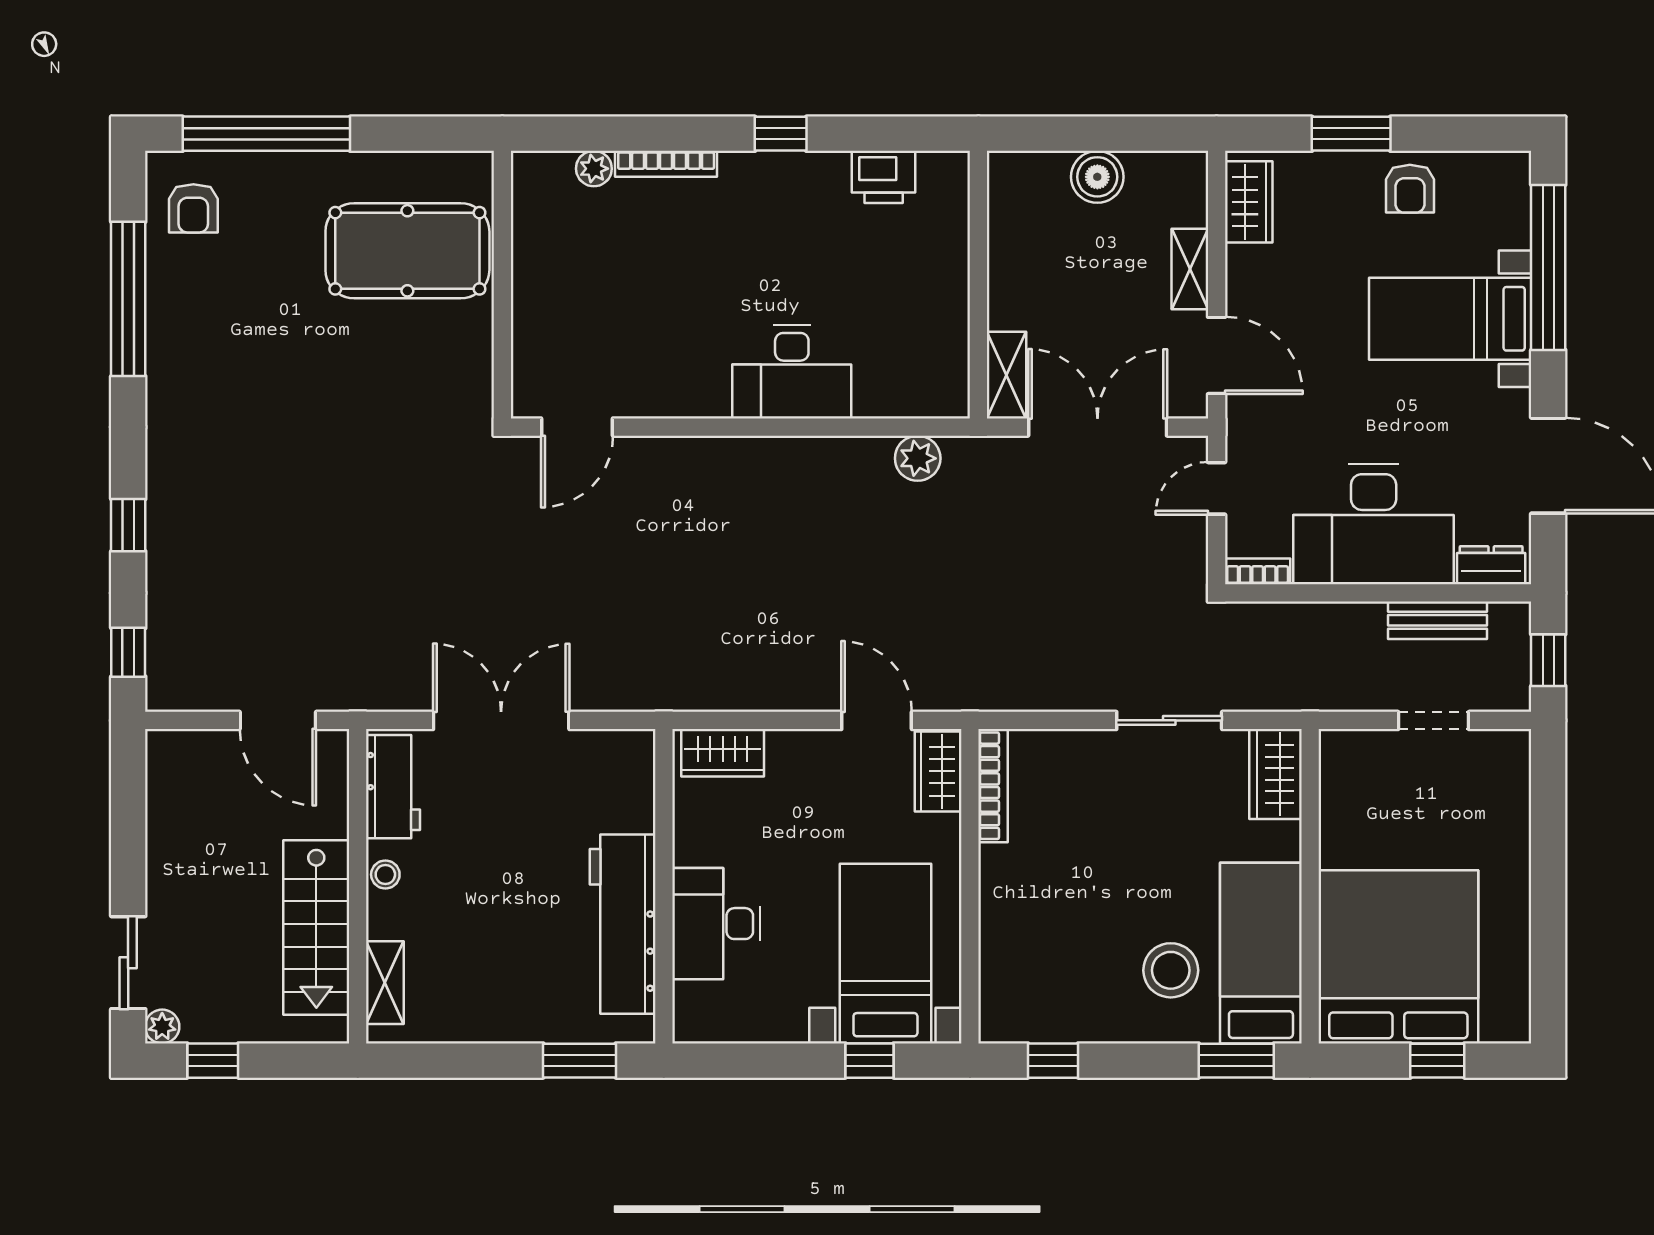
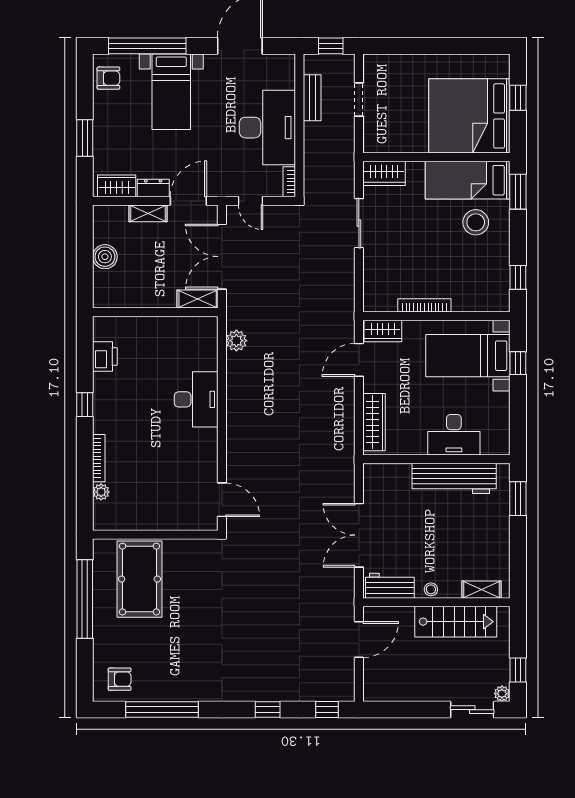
window: (266, 134) -> (85, 599), moved
armchair: (1410, 189) -> (108, 78), moved
dresser: (1491, 565) -> (153, 188), moved, turned 90
wardrobe: (723, 753) -> (374, 422), width x1.50
bookcase: (993, 786) -> (424, 305), moved

